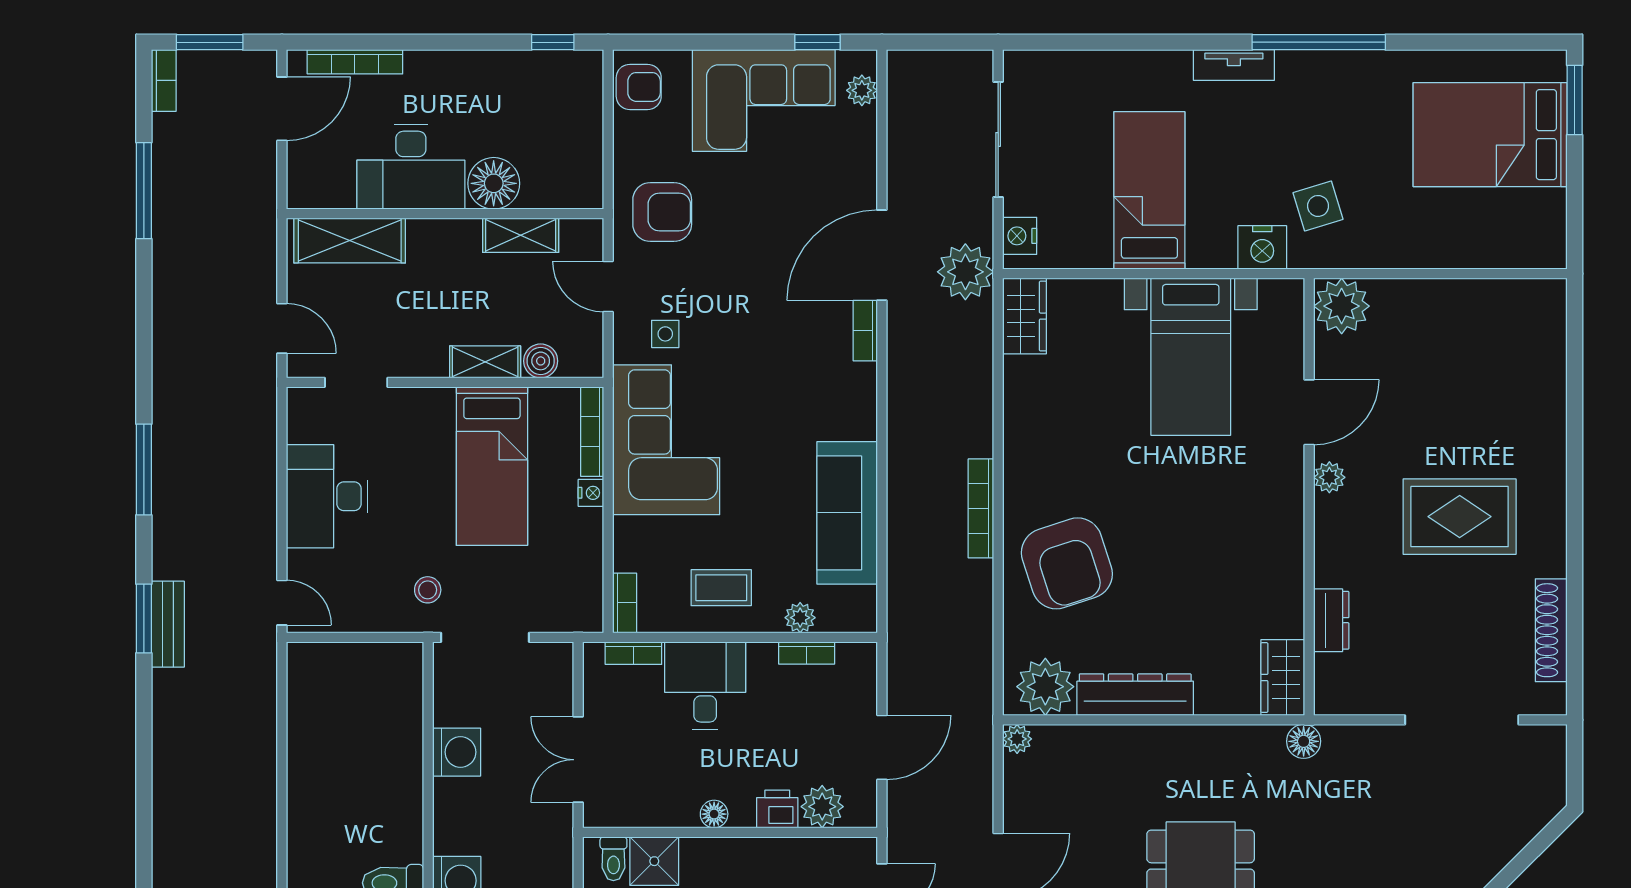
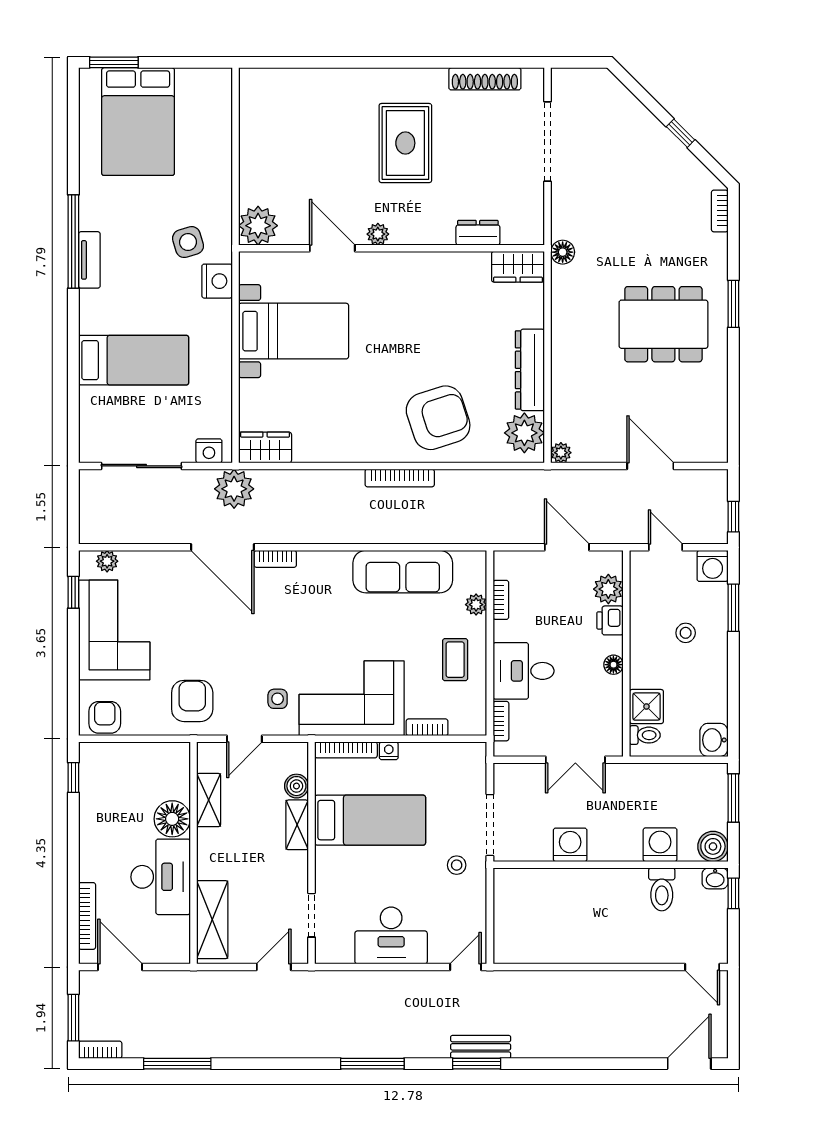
tv unit: (1234, 65) -> (89, 260), moved
bed: (1149, 190) -> (134, 360), moved, turned 180
bookcase: (625, 603) -> (427, 727), moved

